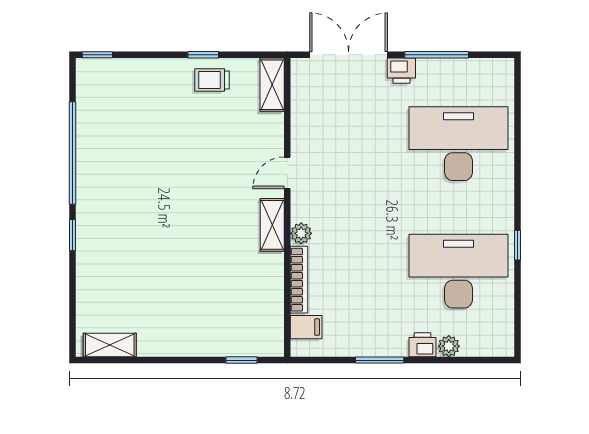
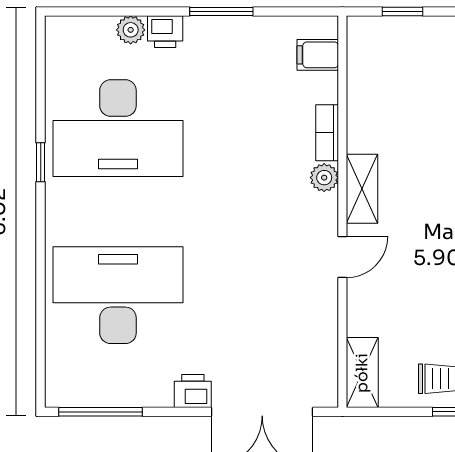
window: (437, 55) -> (101, 412), moved
desk: (458, 144) -> (118, 295), turned 180
bookcase: (299, 280) -> (327, 133), width x0.64

